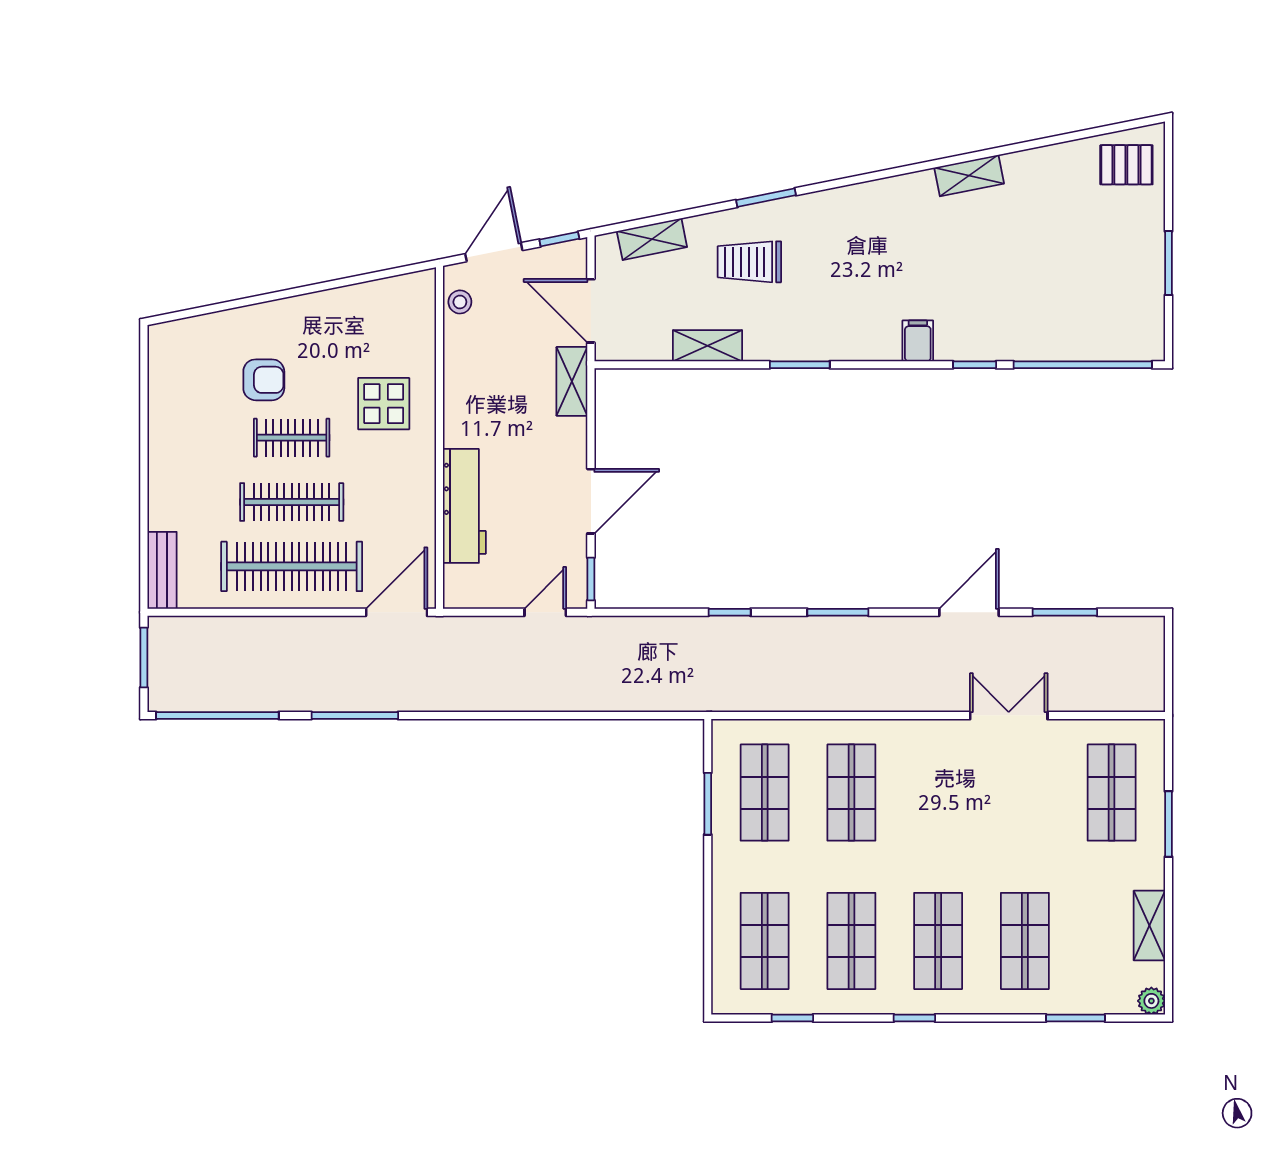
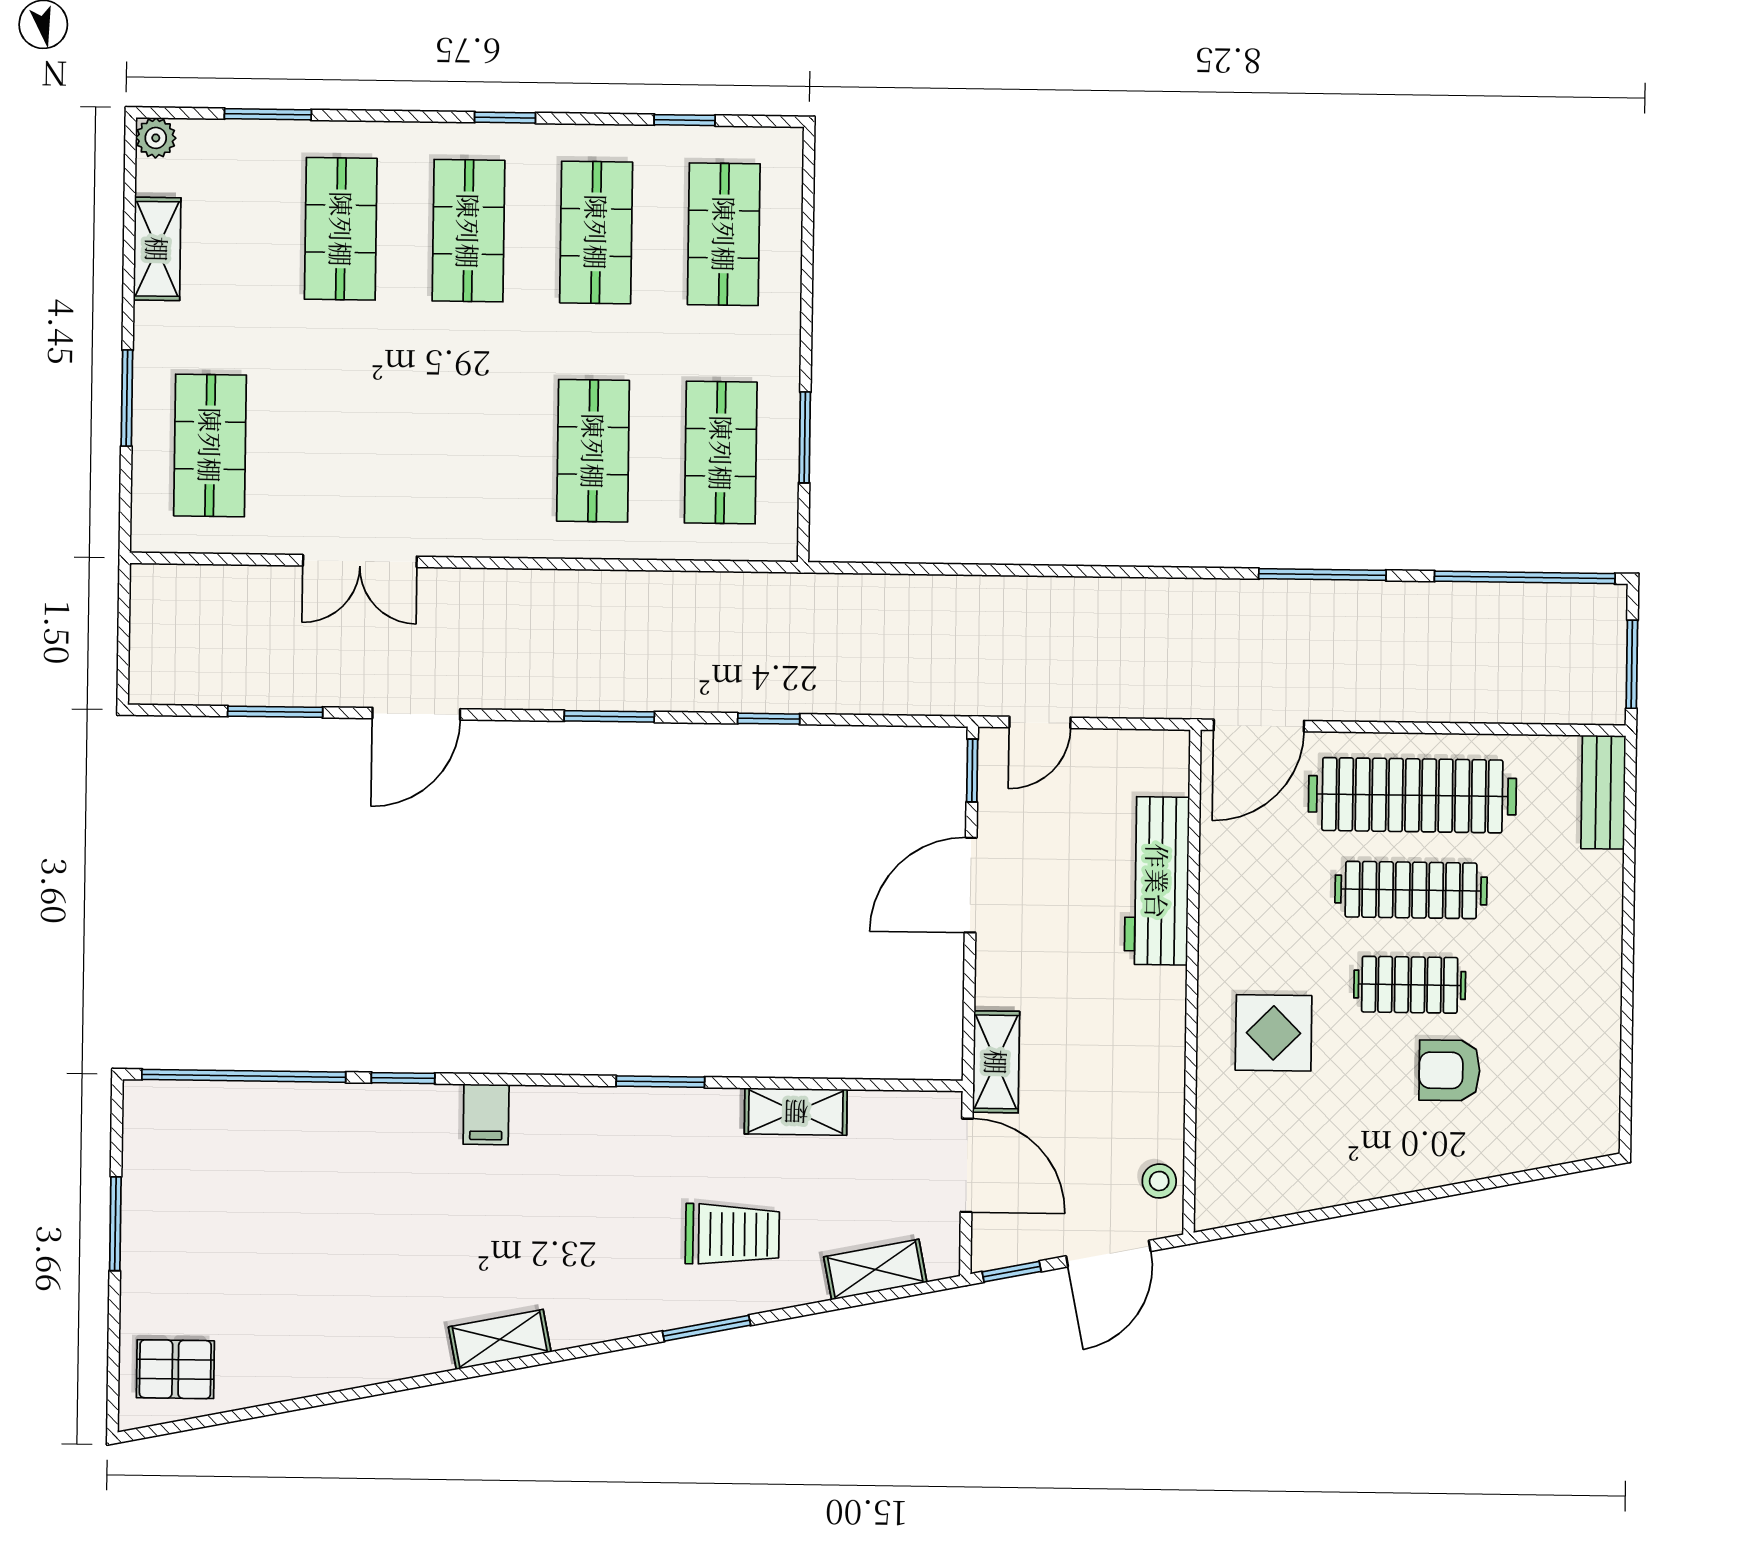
shelving: (969, 176) -> (500, 1339), moved

